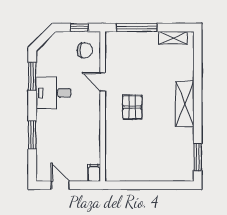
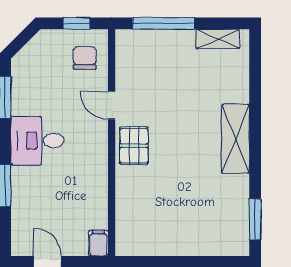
chair: (85, 50) -> (85, 58), turned -90
desk: (53, 93) -> (37, 141), moved
pallet: (132, 107) -> (134, 146), moved

